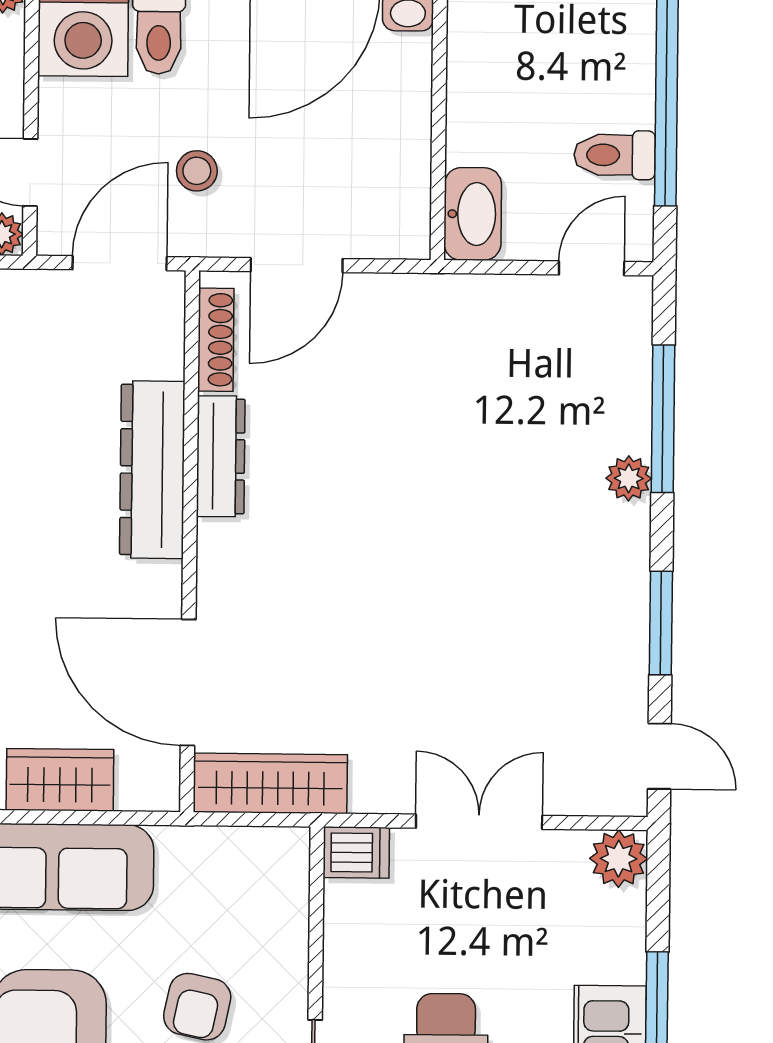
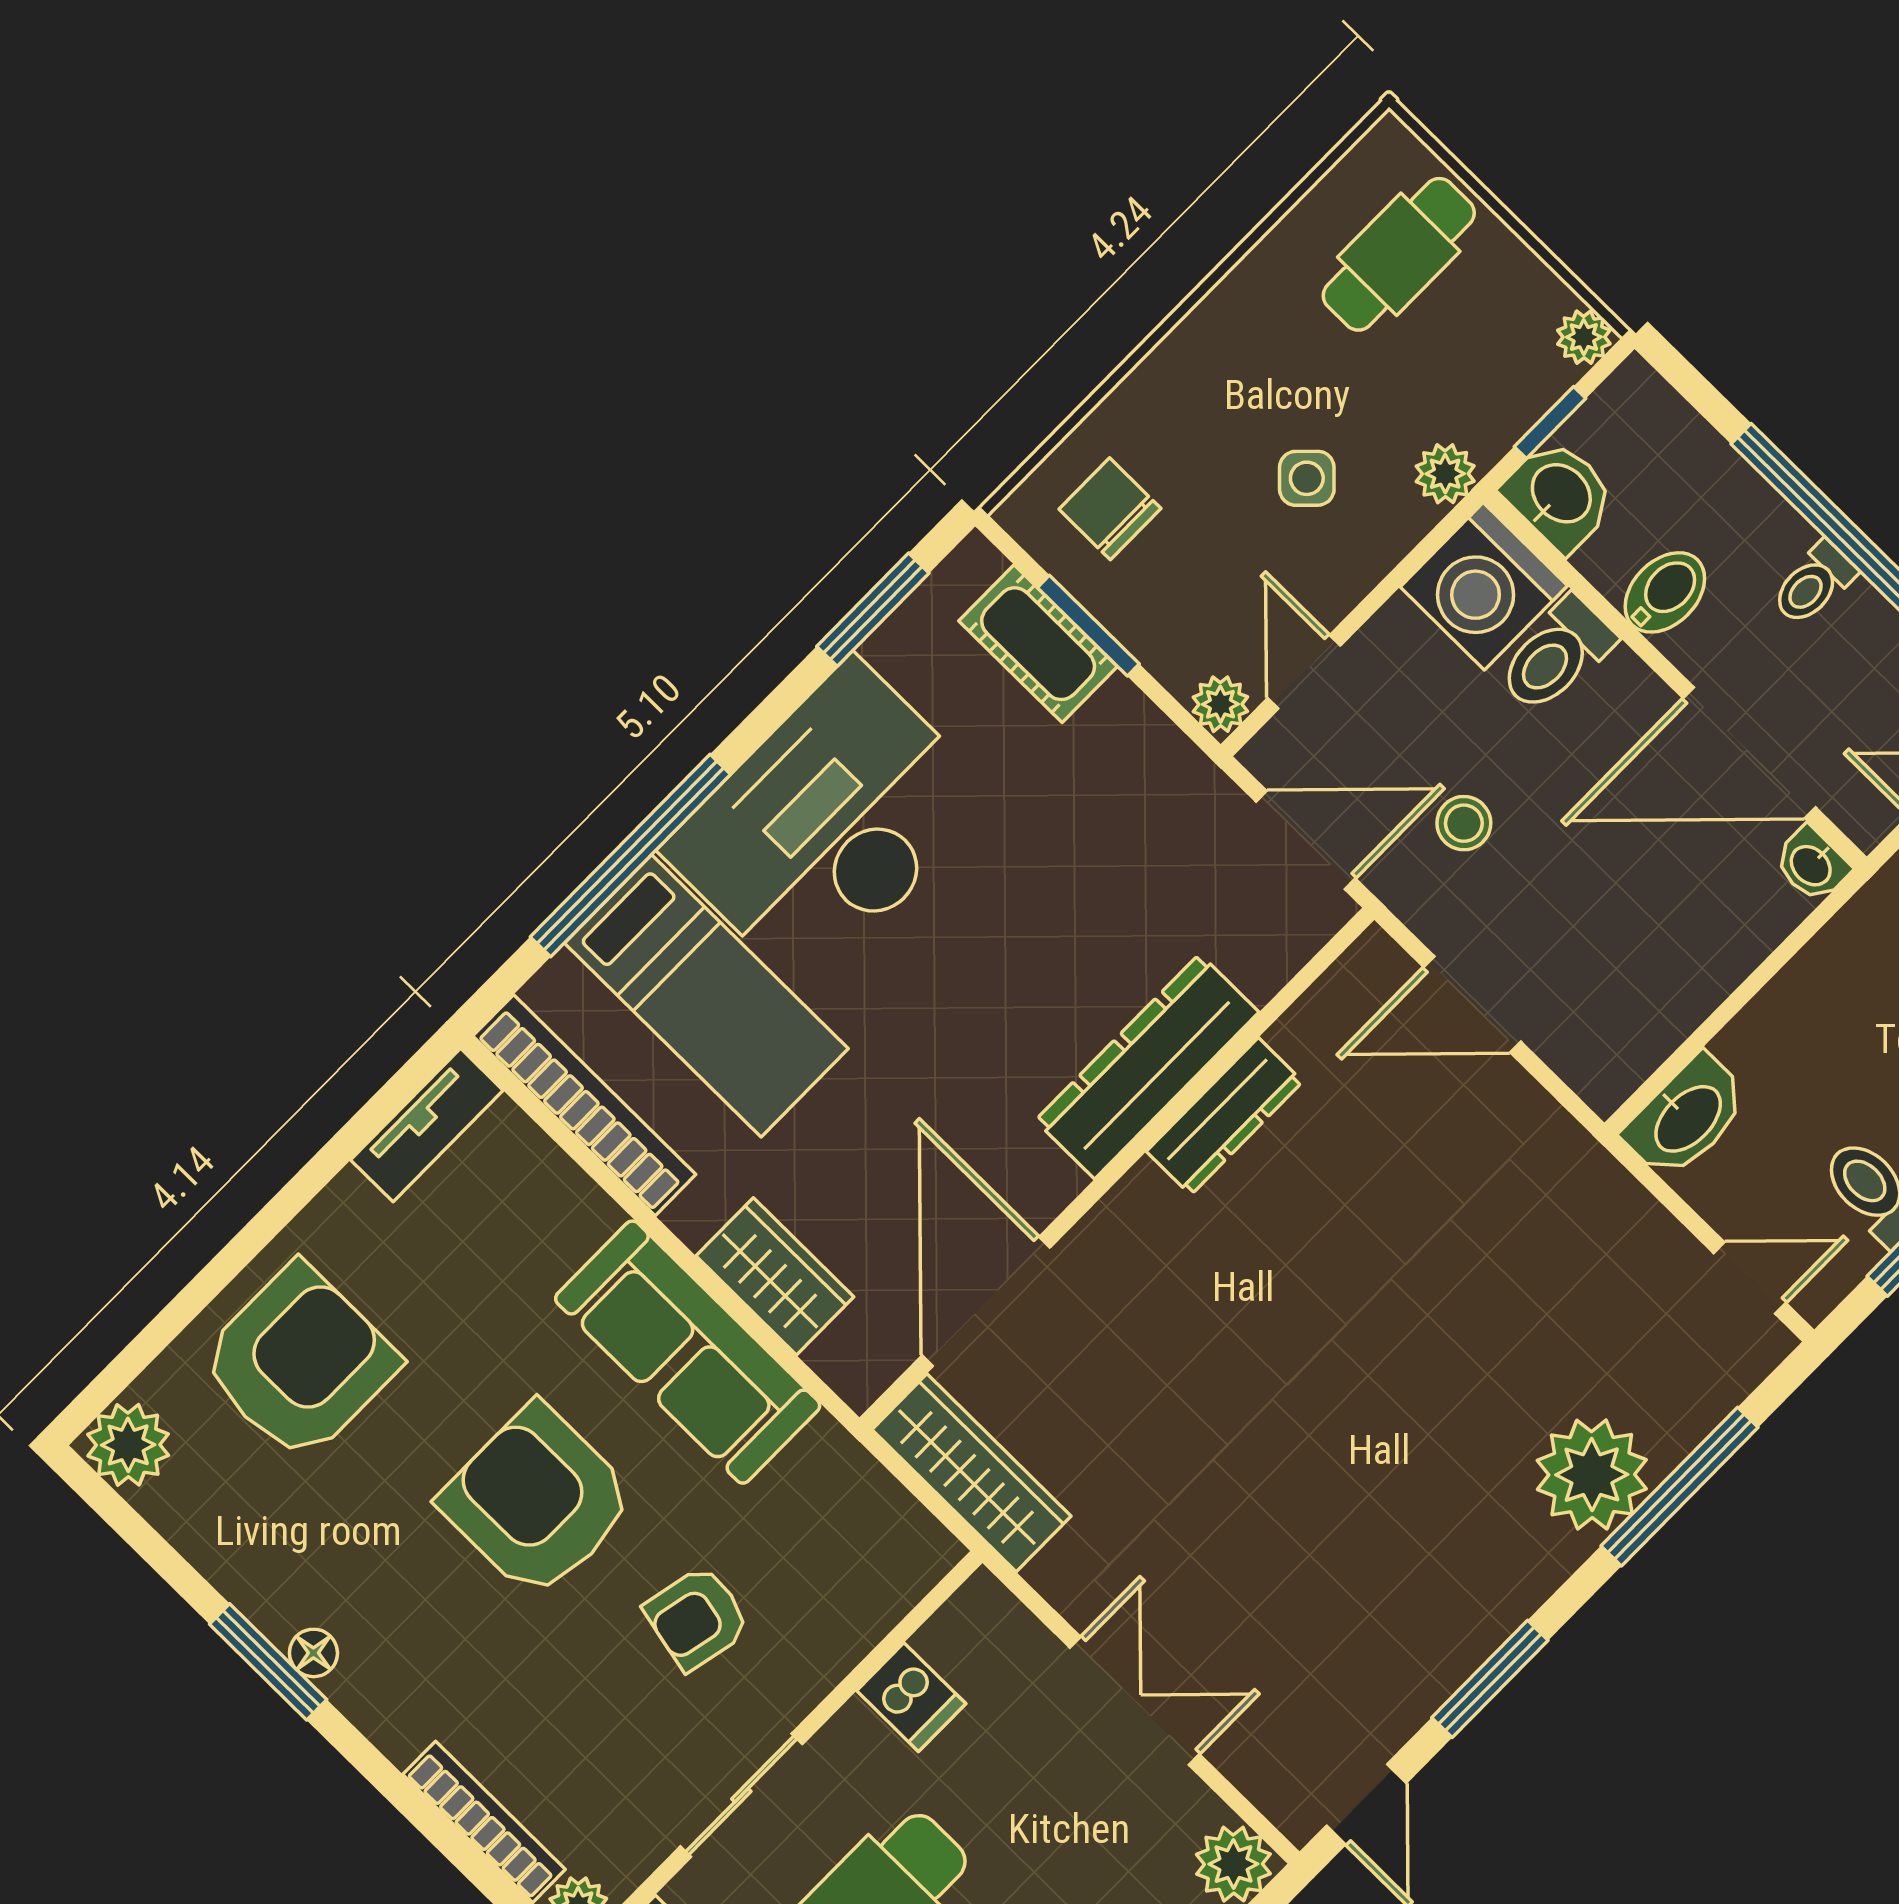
shoe rack: (216, 340) -> (1327, 1001), removed
plant: (629, 478) -> (1592, 1475), width x1.87, depth x1.87
dishwasher: (356, 852) -> (911, 1697), moved

